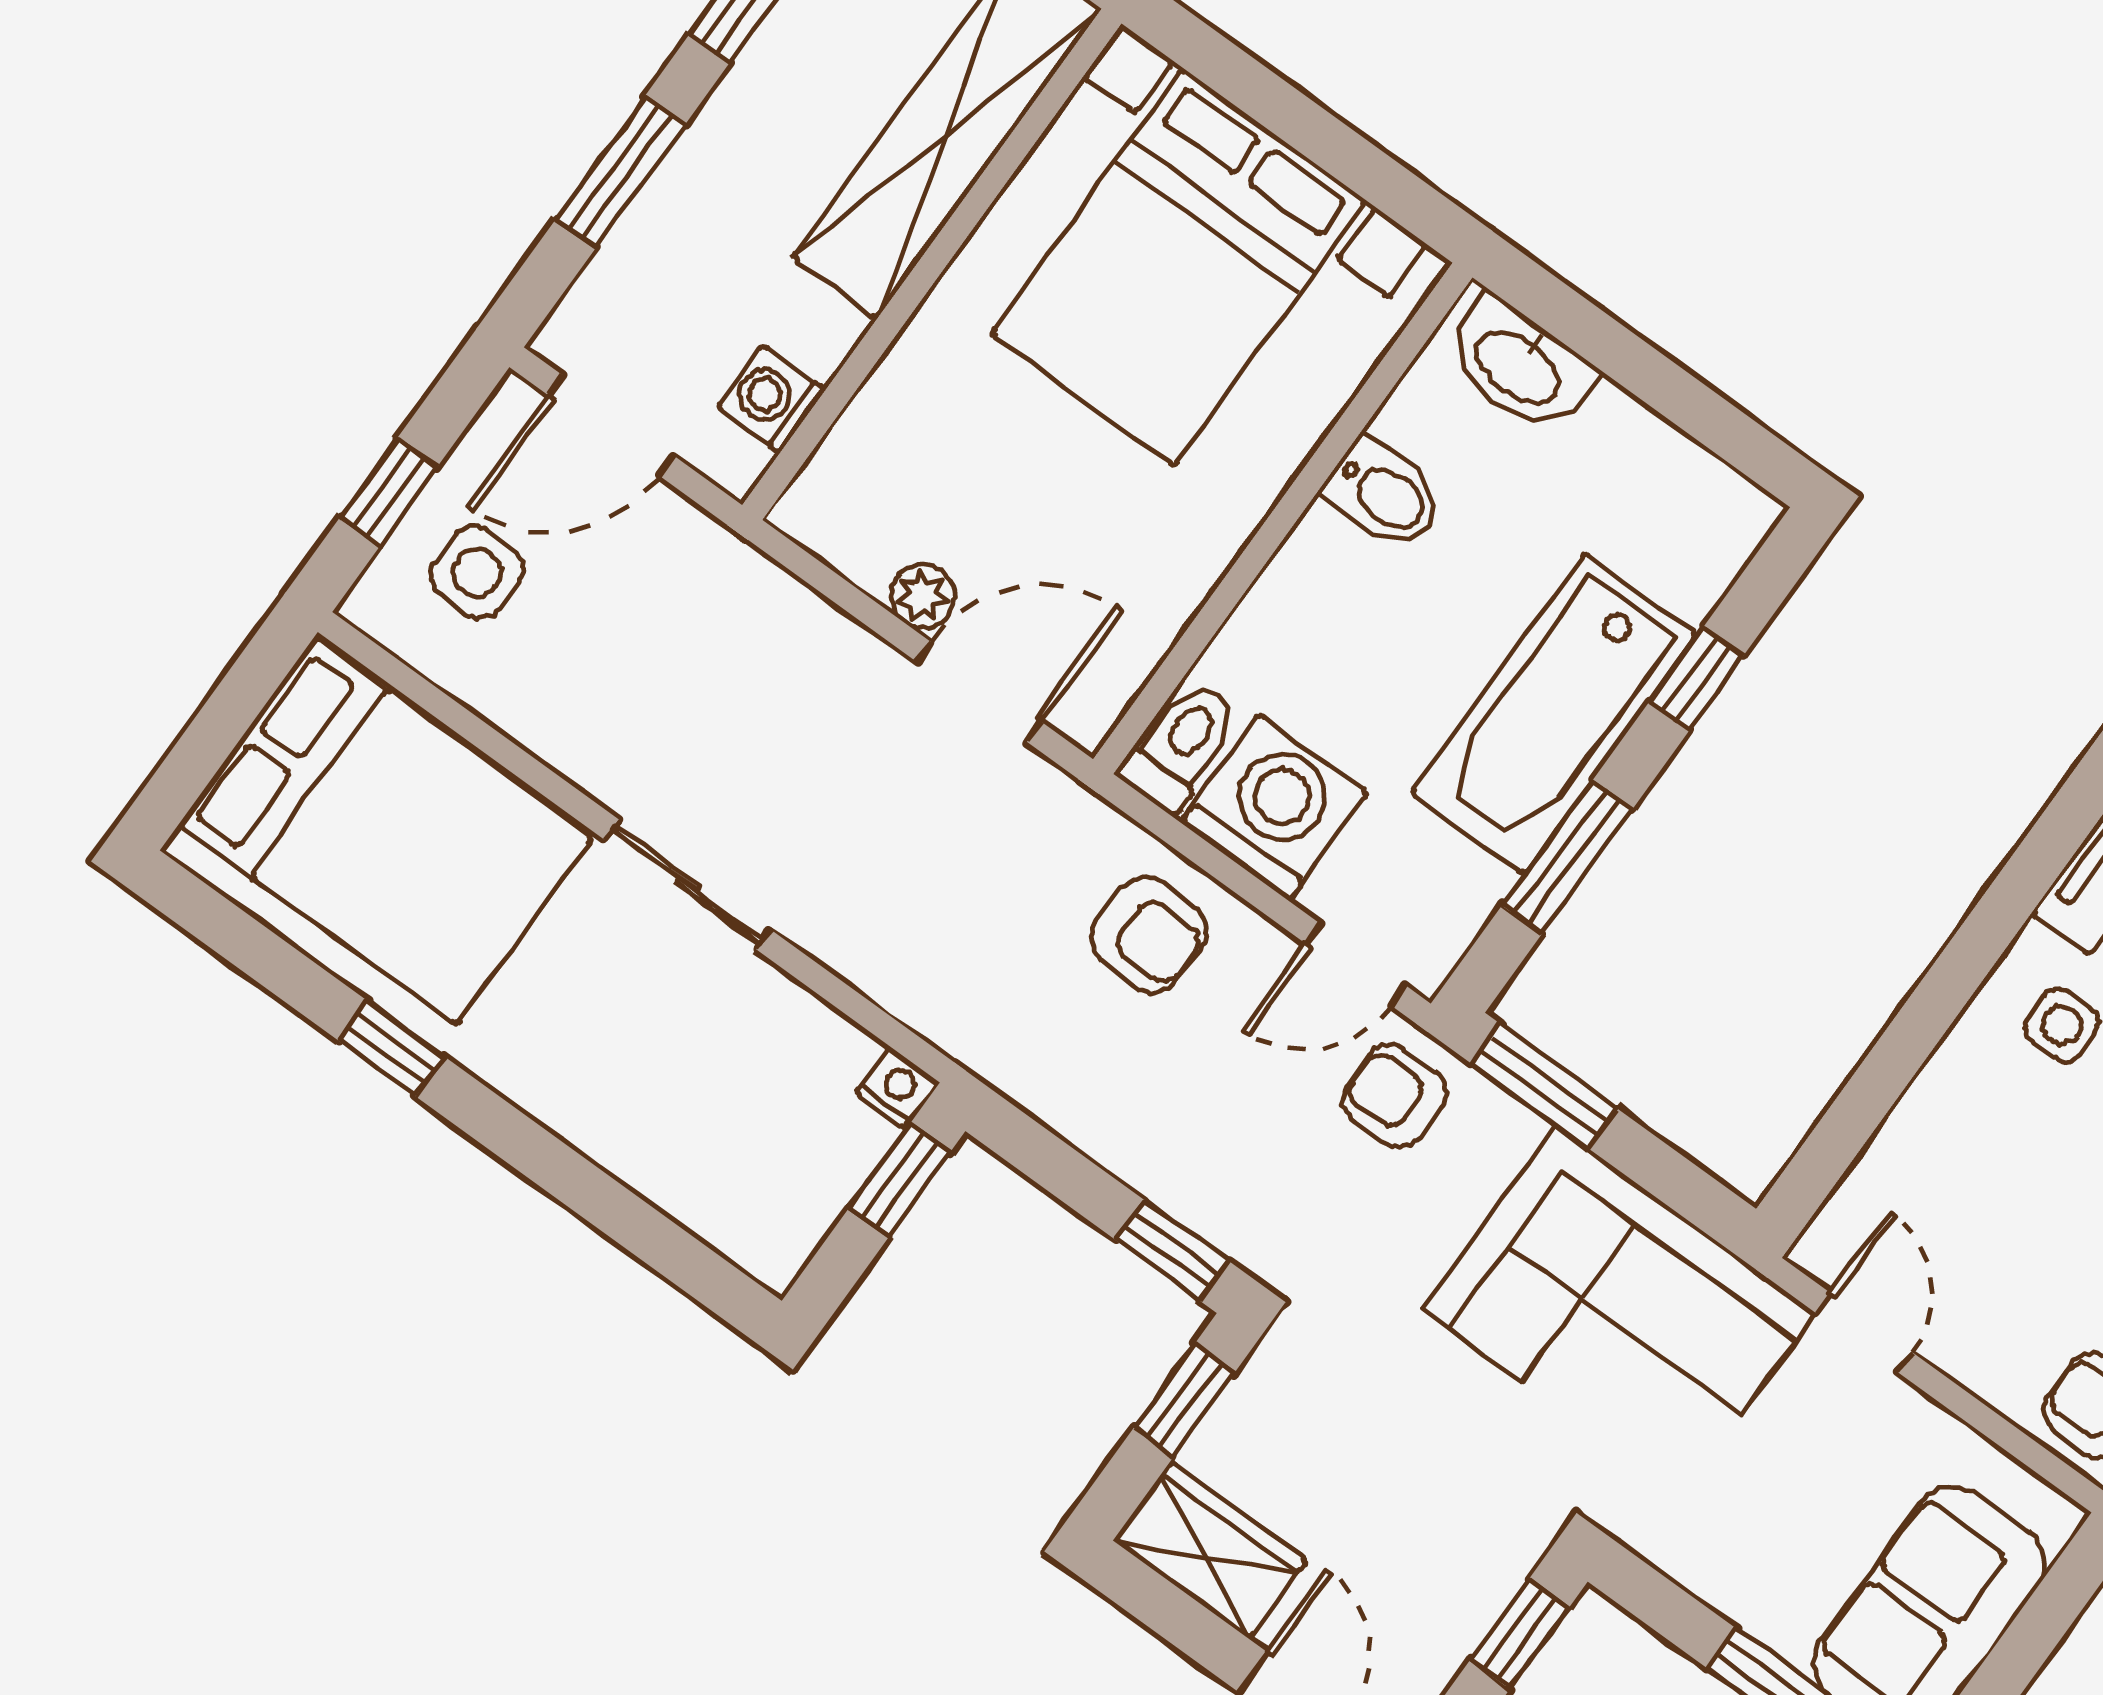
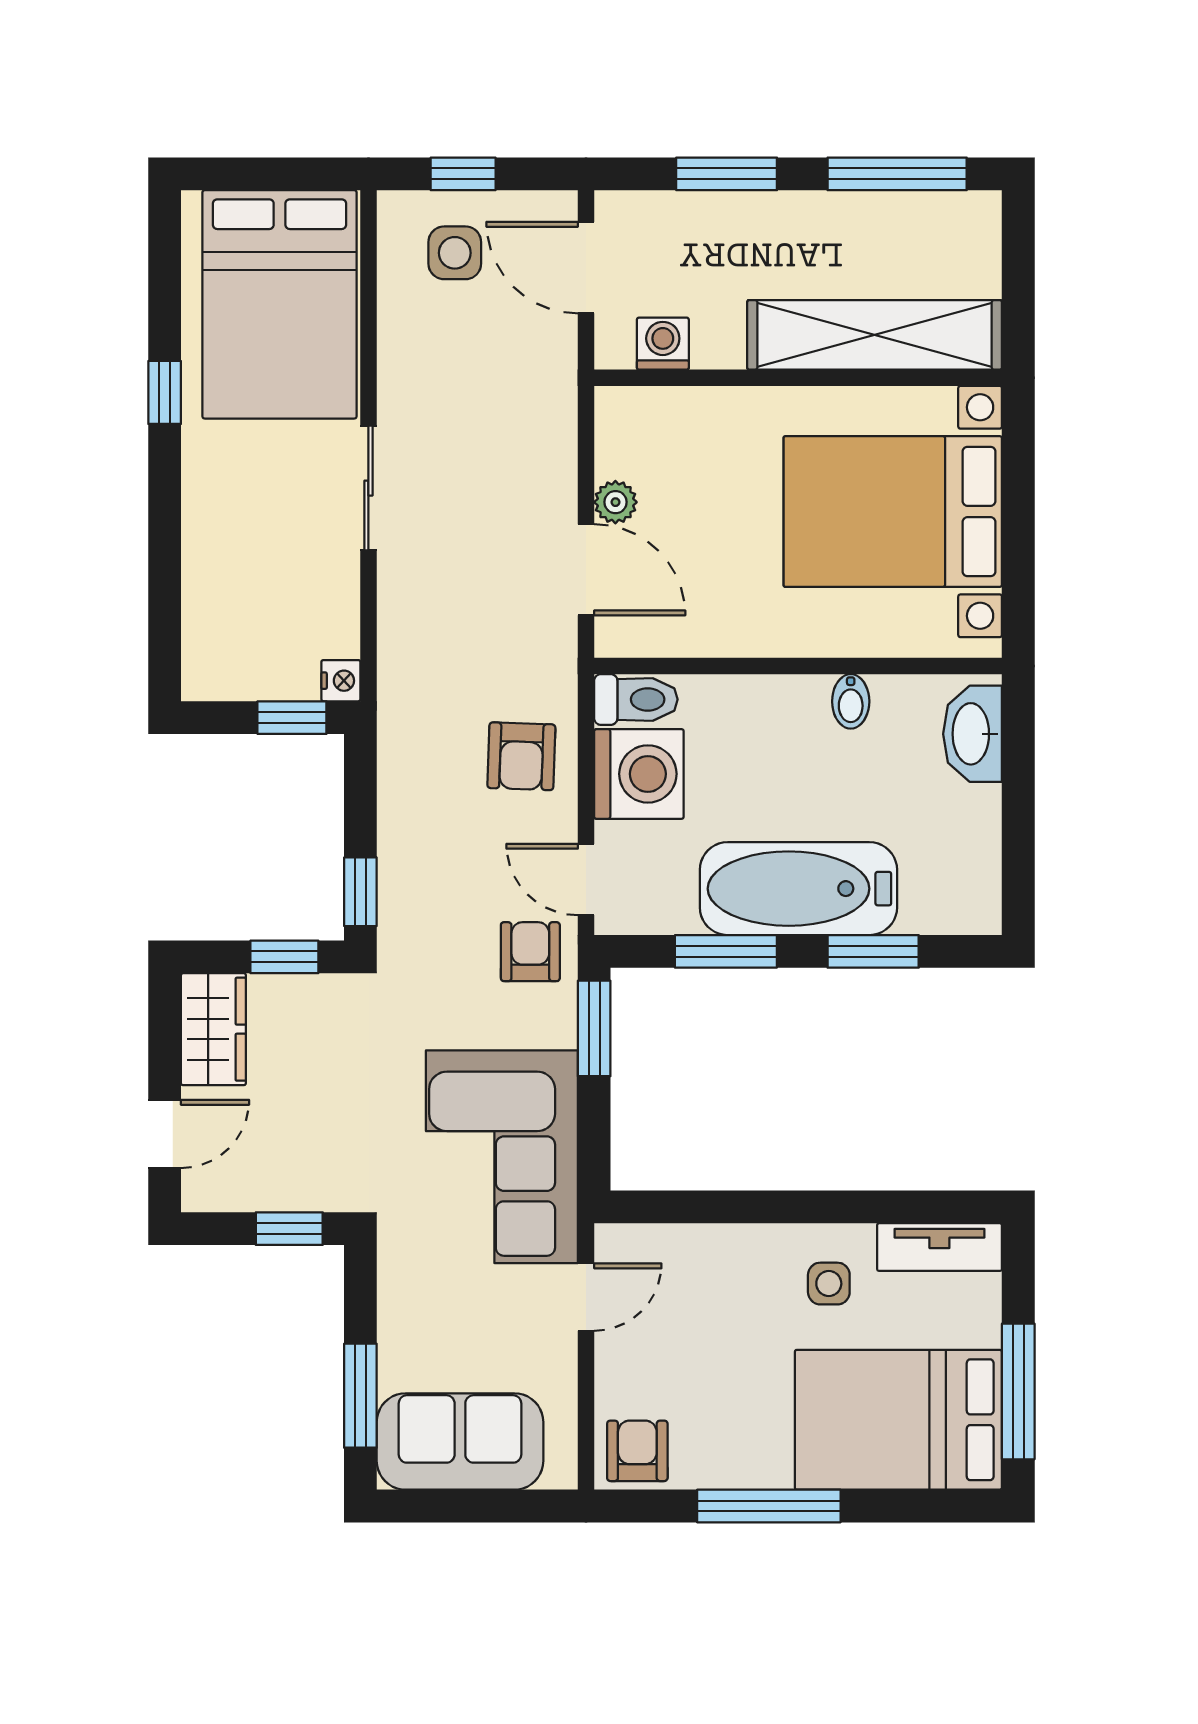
bidet: (1384, 494) -> (851, 701), width x0.72, depth x0.74
window: (1696, 678) -> (873, 951), width x1.50

